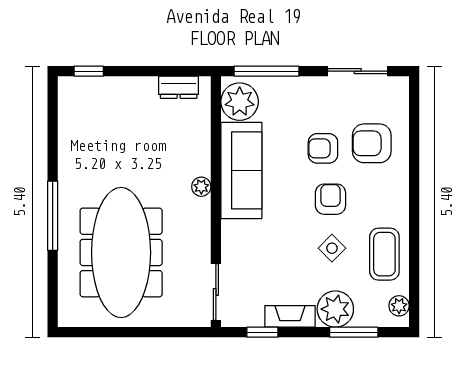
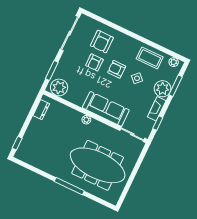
window: (266, 71) -> (52, 71), width x0.69
sliding door: (358, 71) -> (70, 33), width x1.37
sofa: (241, 170) -> (106, 109), moved

